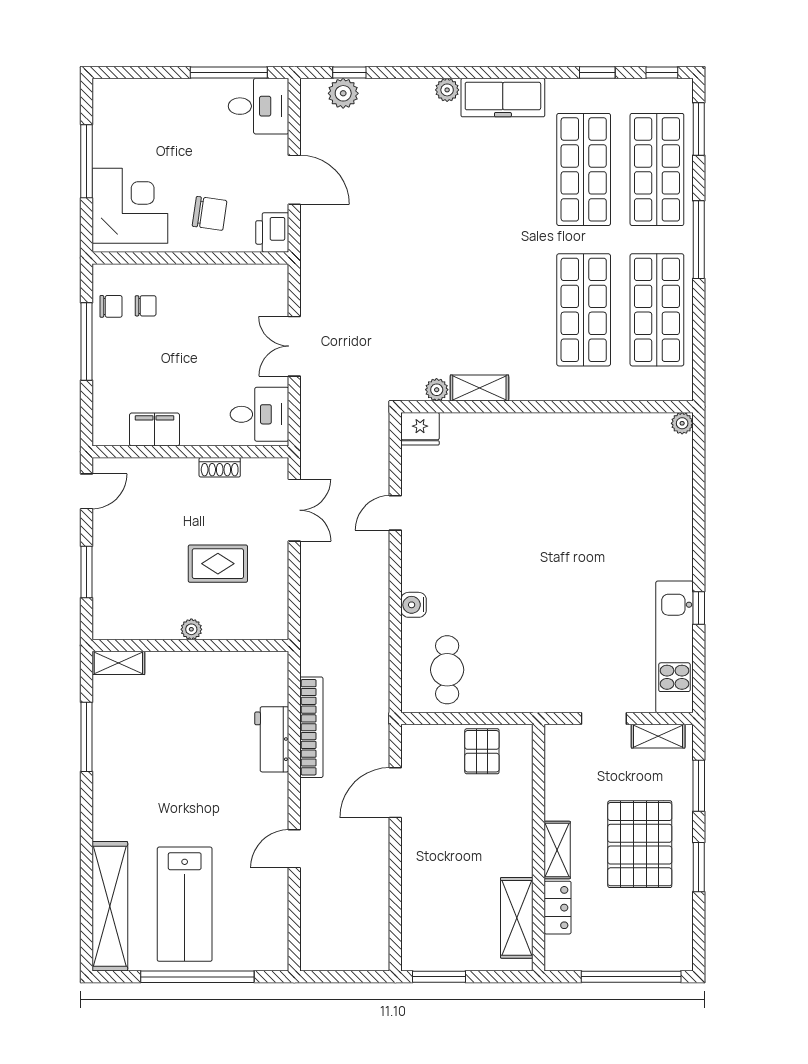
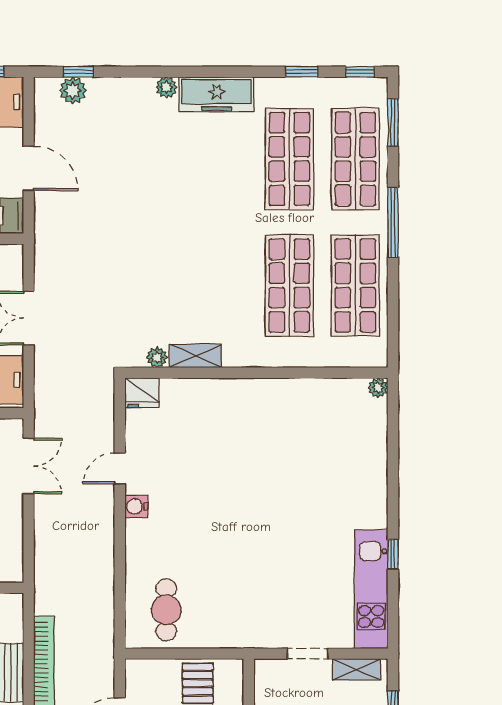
water cooler: (414, 605) -> (136, 506), moved

